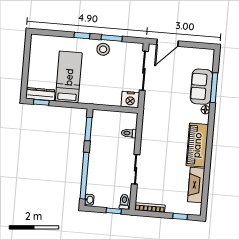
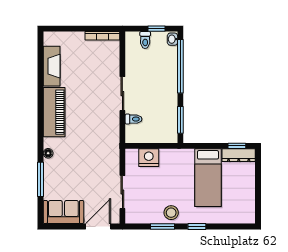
sliding door: (144, 71) -> (122, 192), width x0.73
sofa: (201, 87) -> (63, 212), moved, turned -90
nightstand: (130, 100) -> (149, 158), moved
sliding door: (136, 169) -> (122, 94), moved
toilet: (124, 202) -> (145, 40), moved
window: (114, 211) -> (156, 29), moved
window: (180, 216) -> (67, 29), removed

